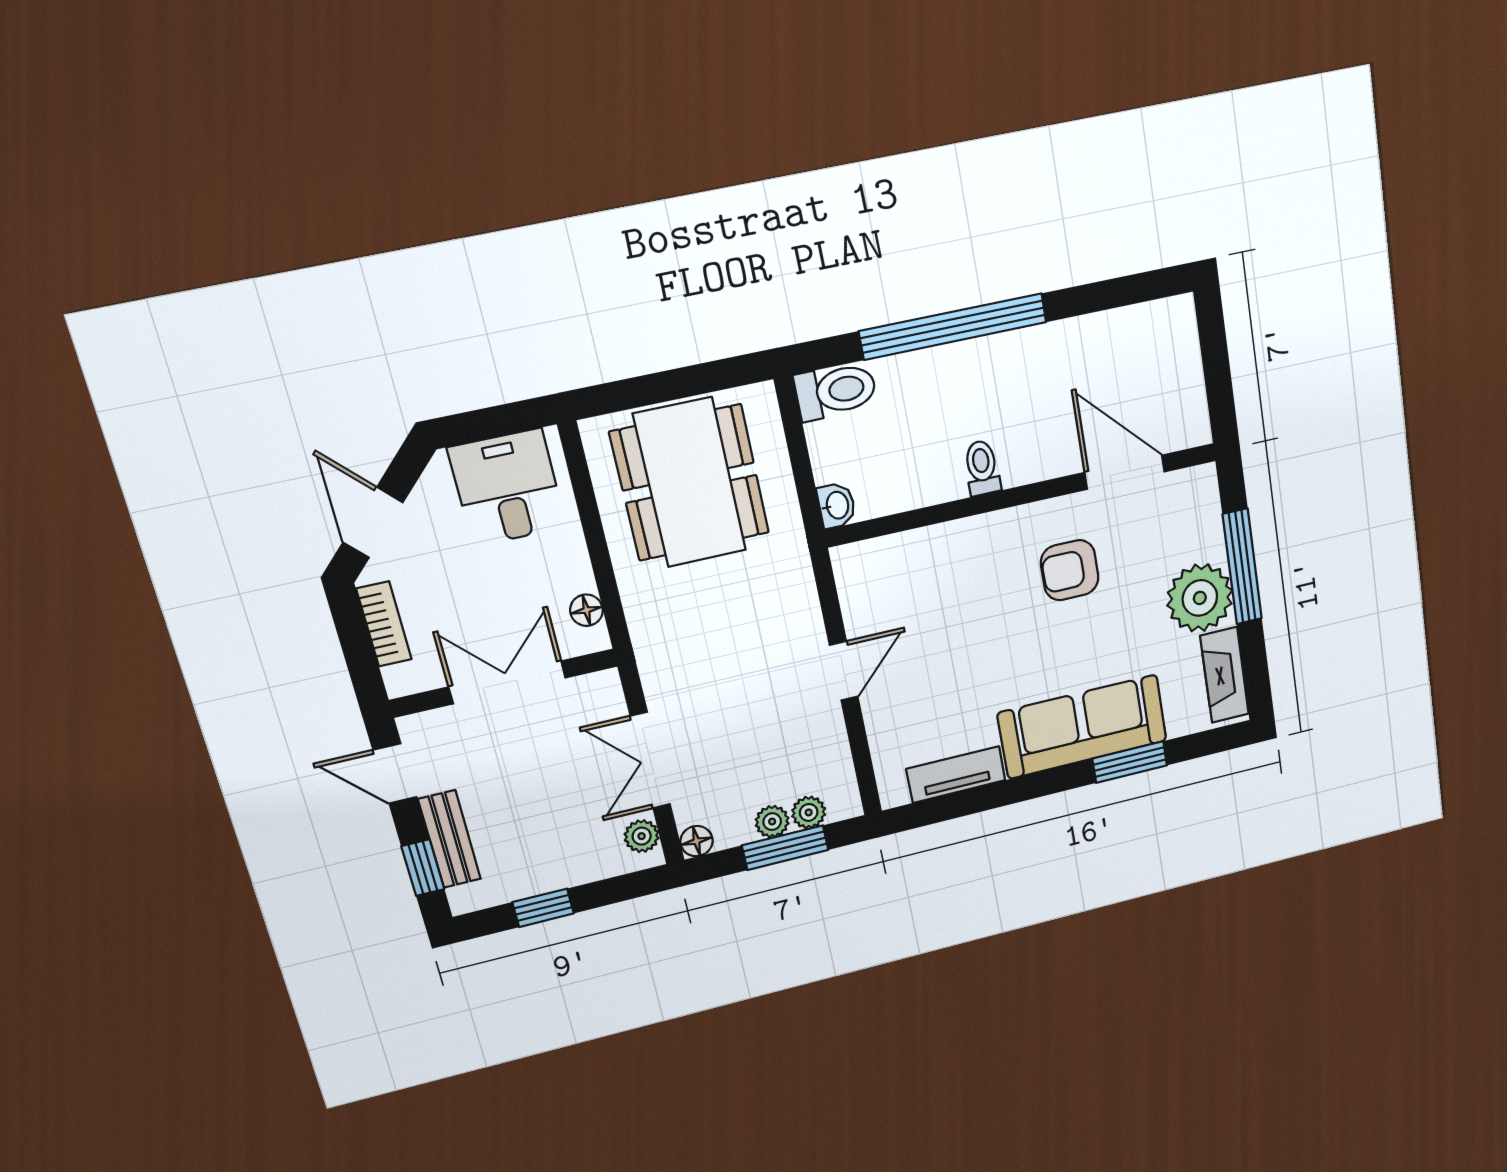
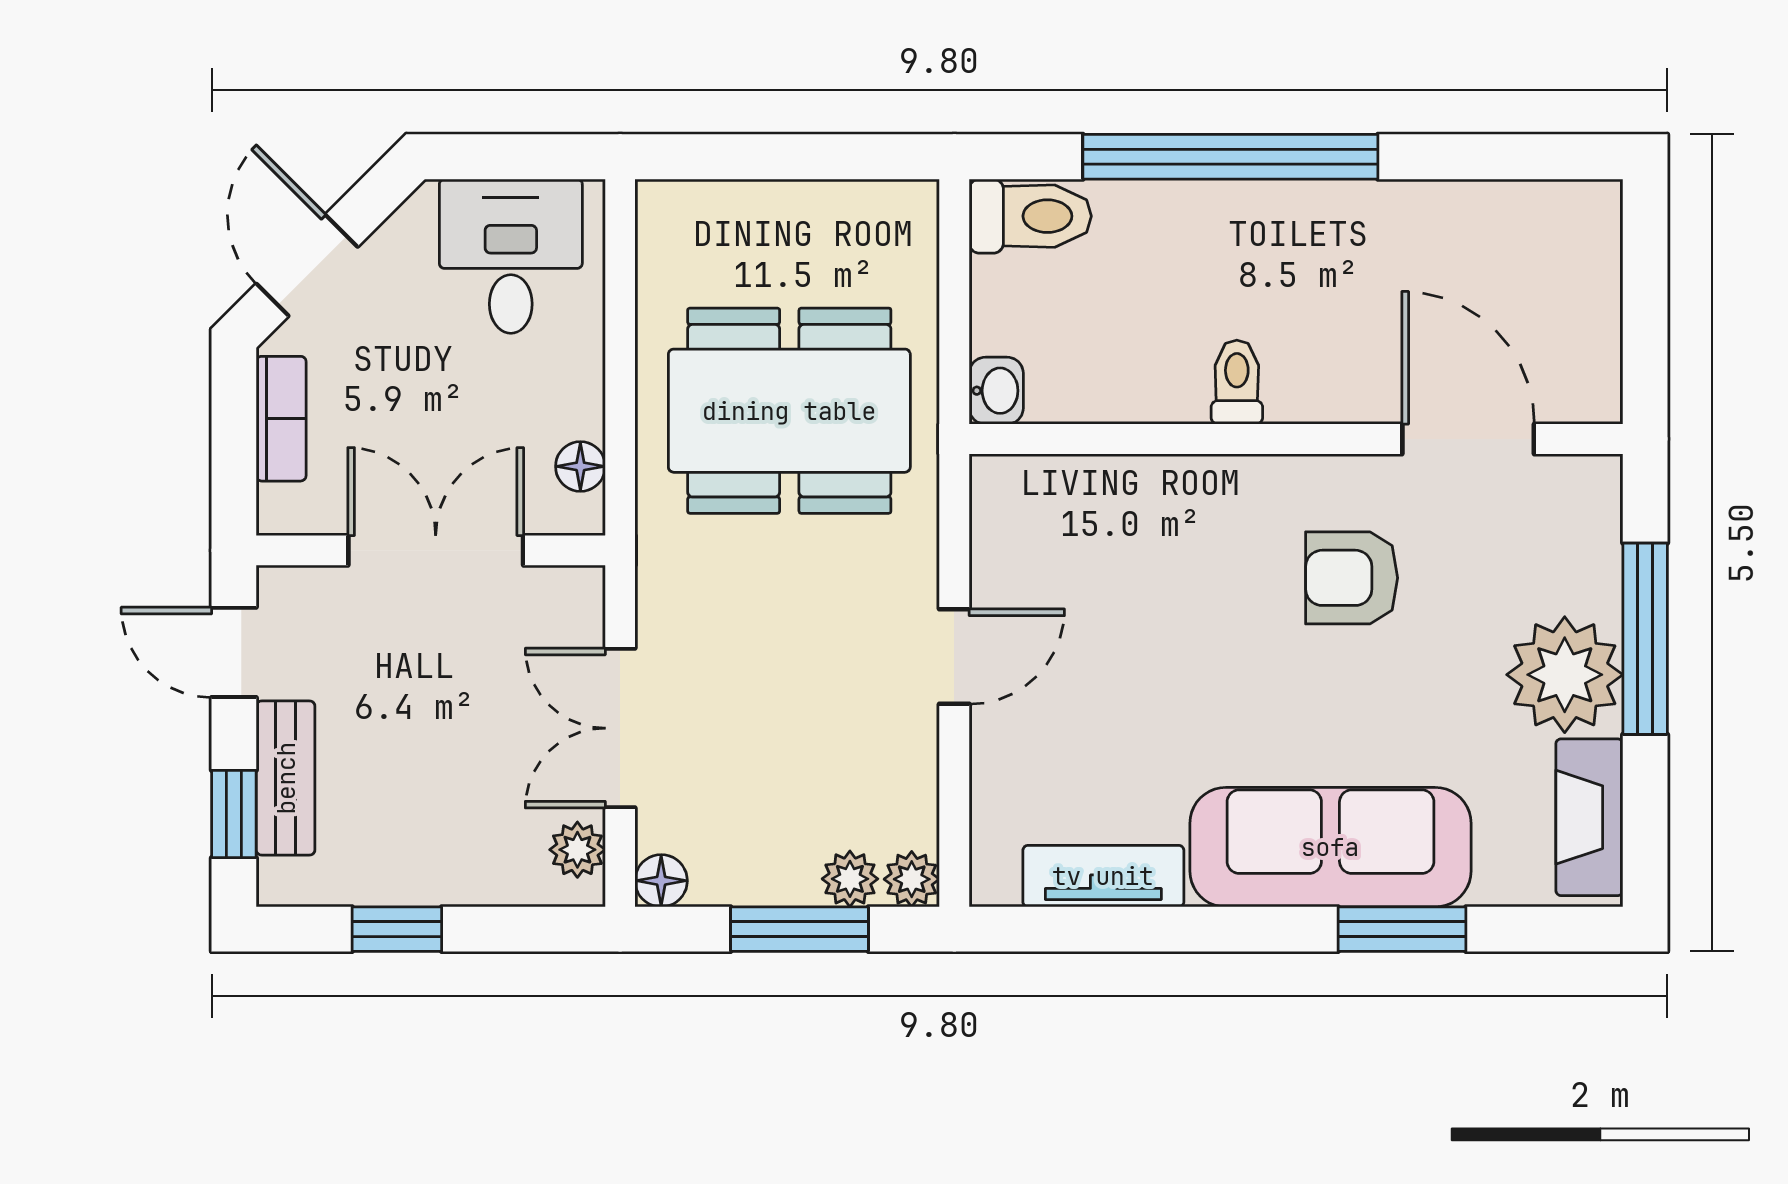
dining table: (690, 483) -> (789, 411), moved, turned 90
plant: (772, 822) -> (912, 879), moved

